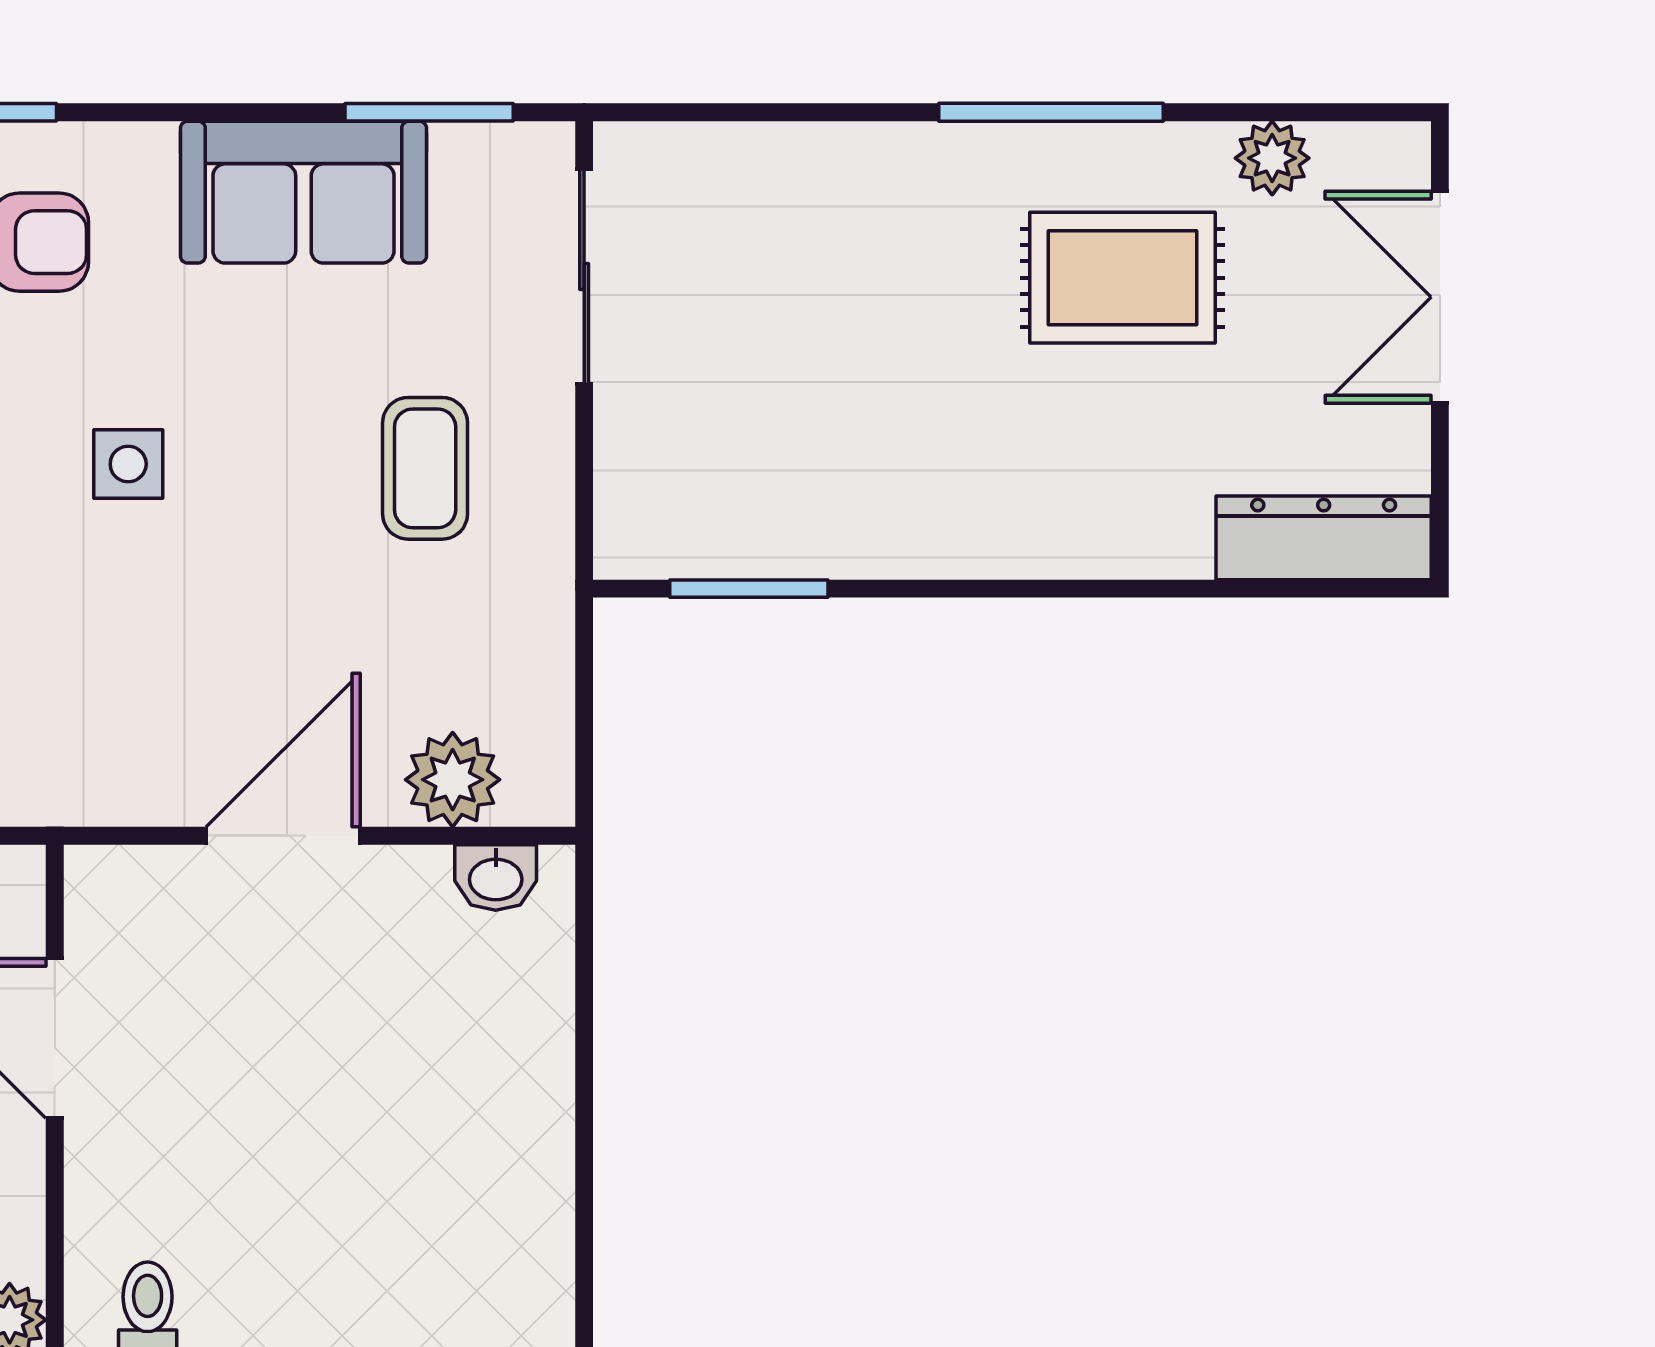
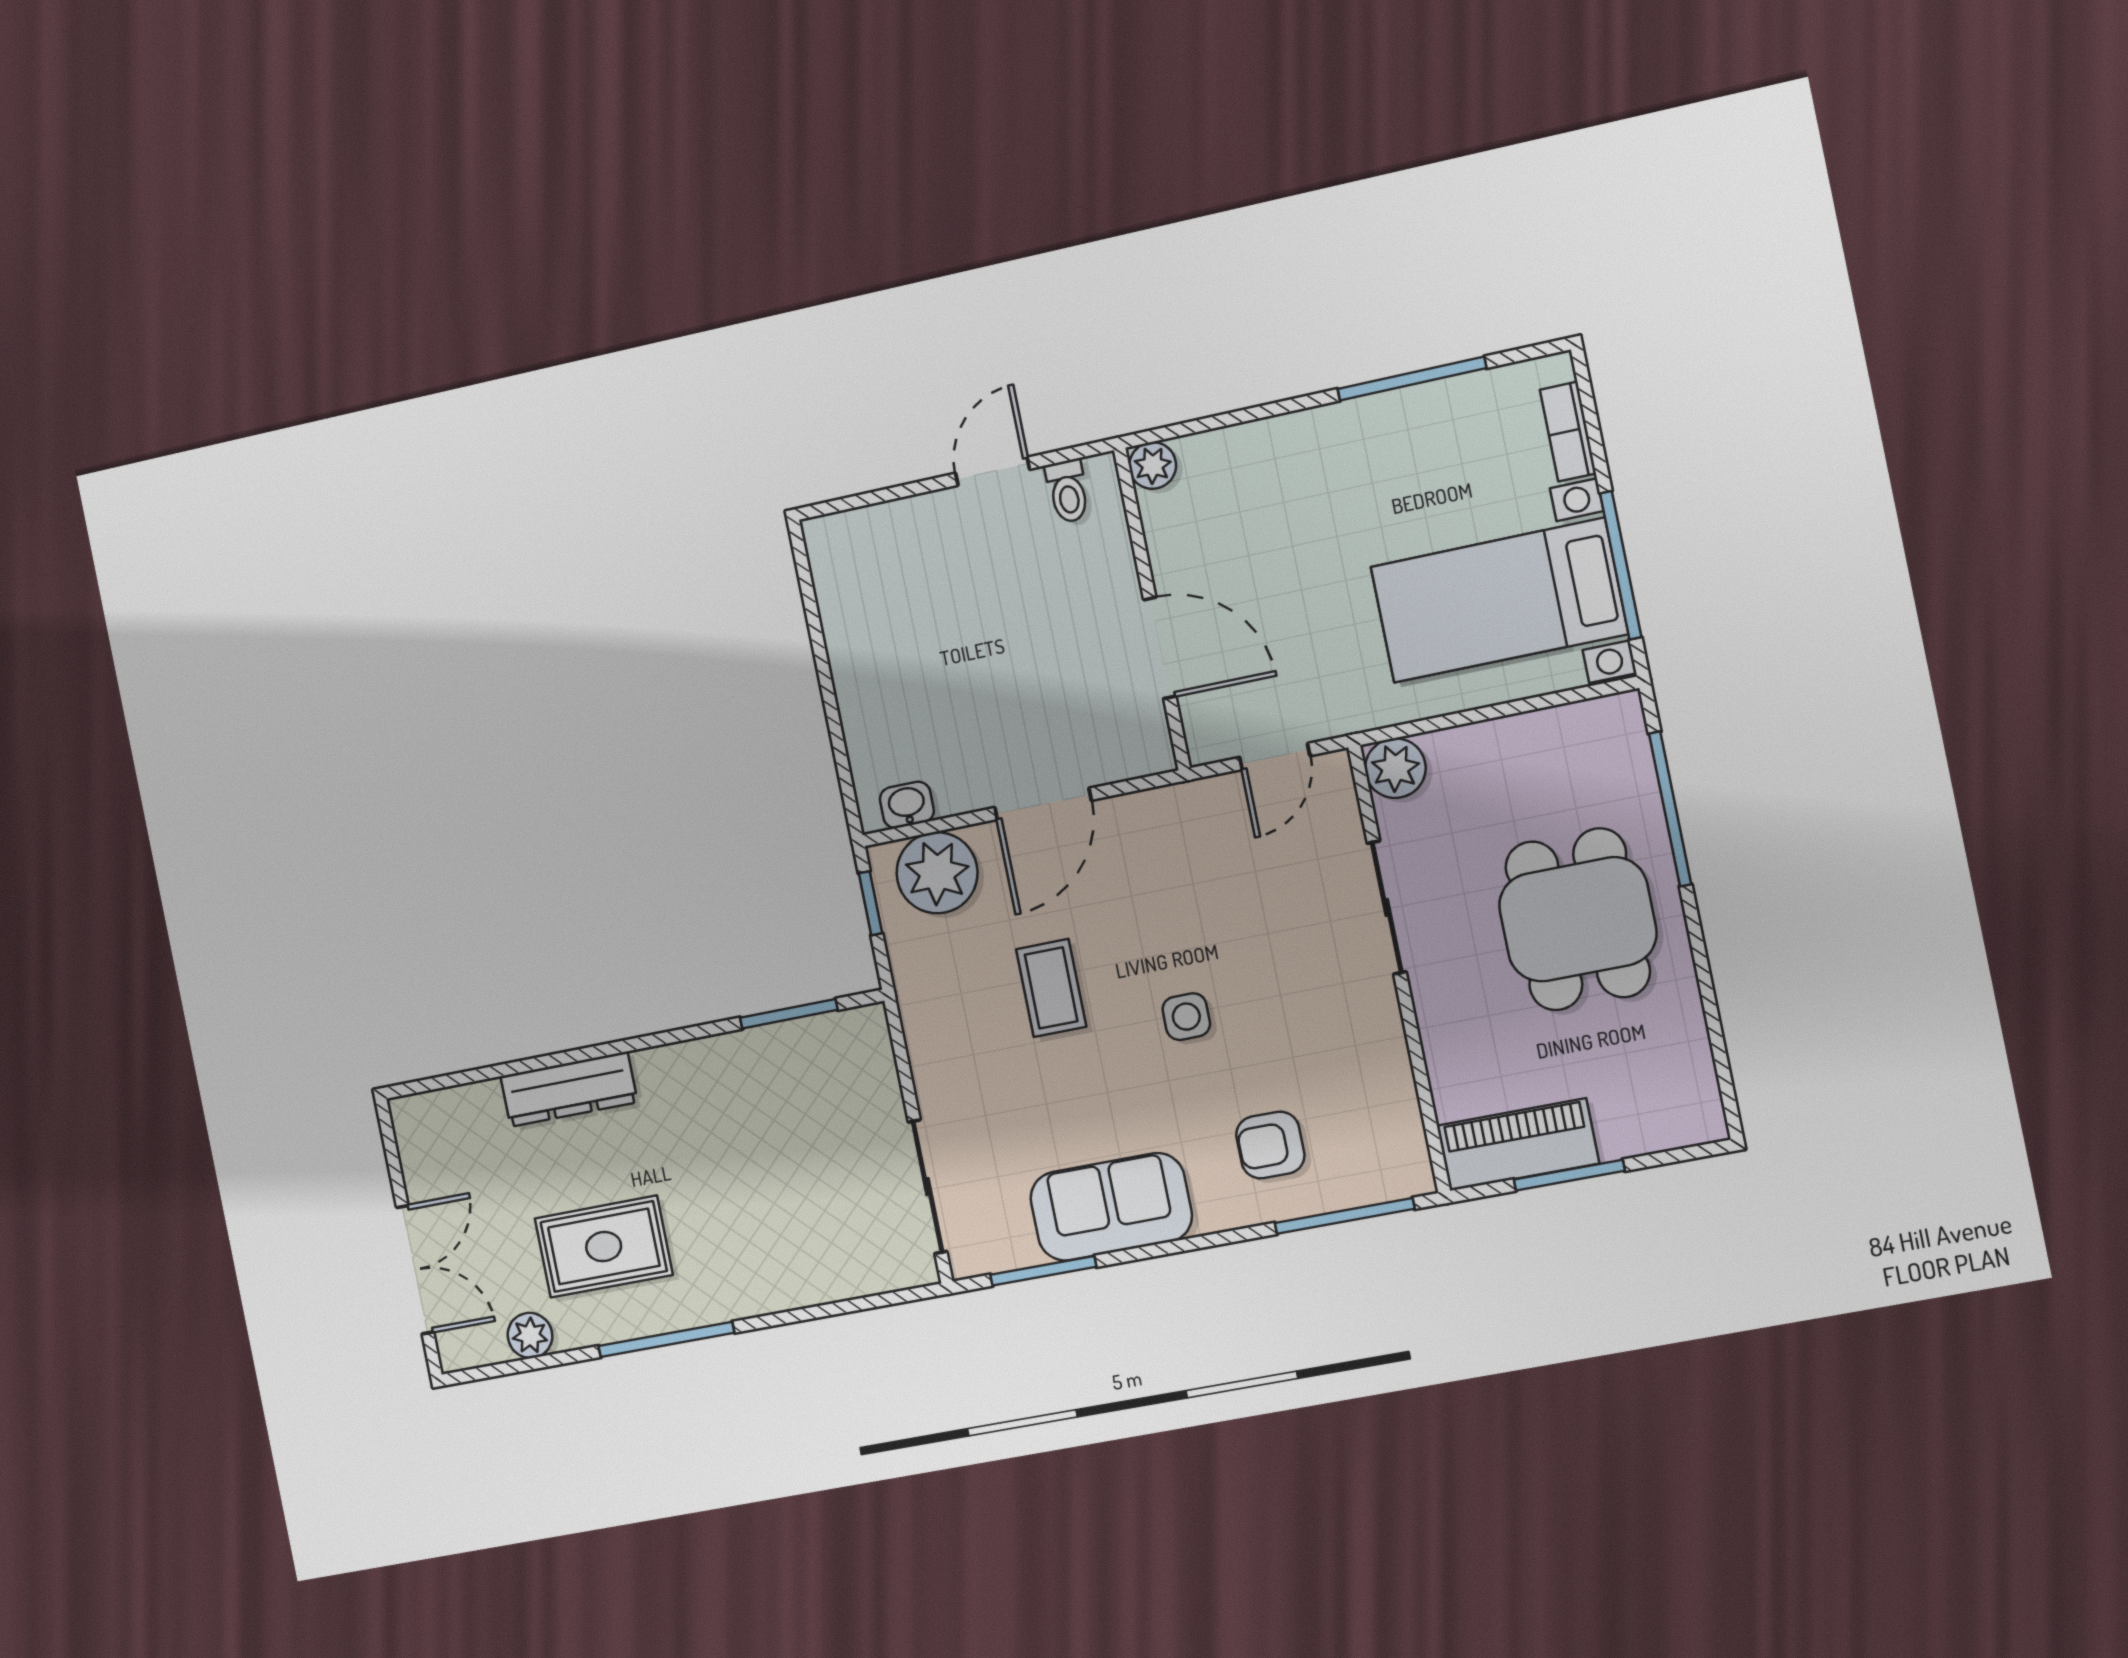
coffee table: (425, 468) -> (1051, 988), moved
dresser: (1324, 538) -> (569, 1089), moved
window: (584, 736) -> (870, 903), added
plant: (453, 780) -> (937, 873), width x1.36, depth x1.36

